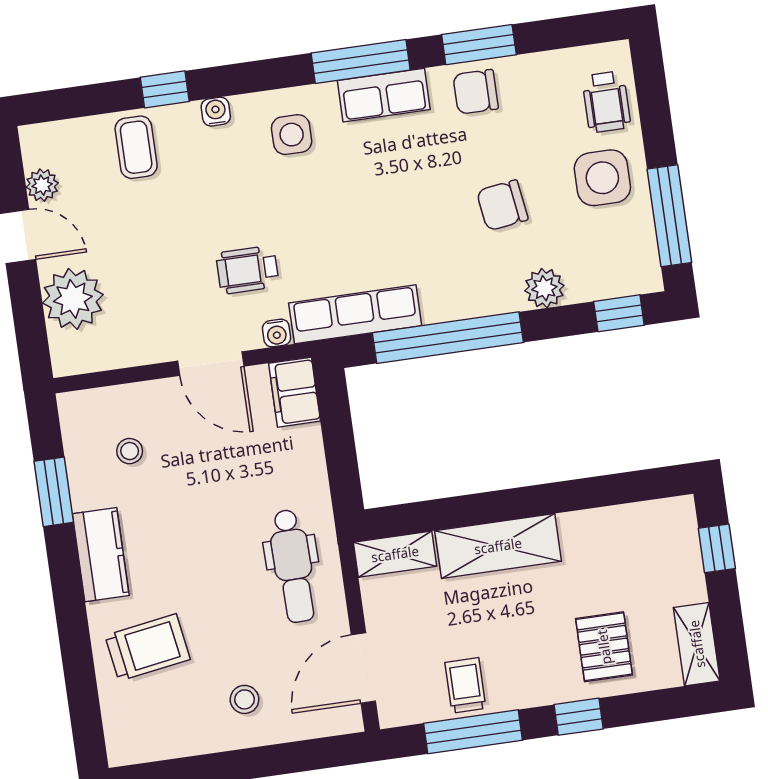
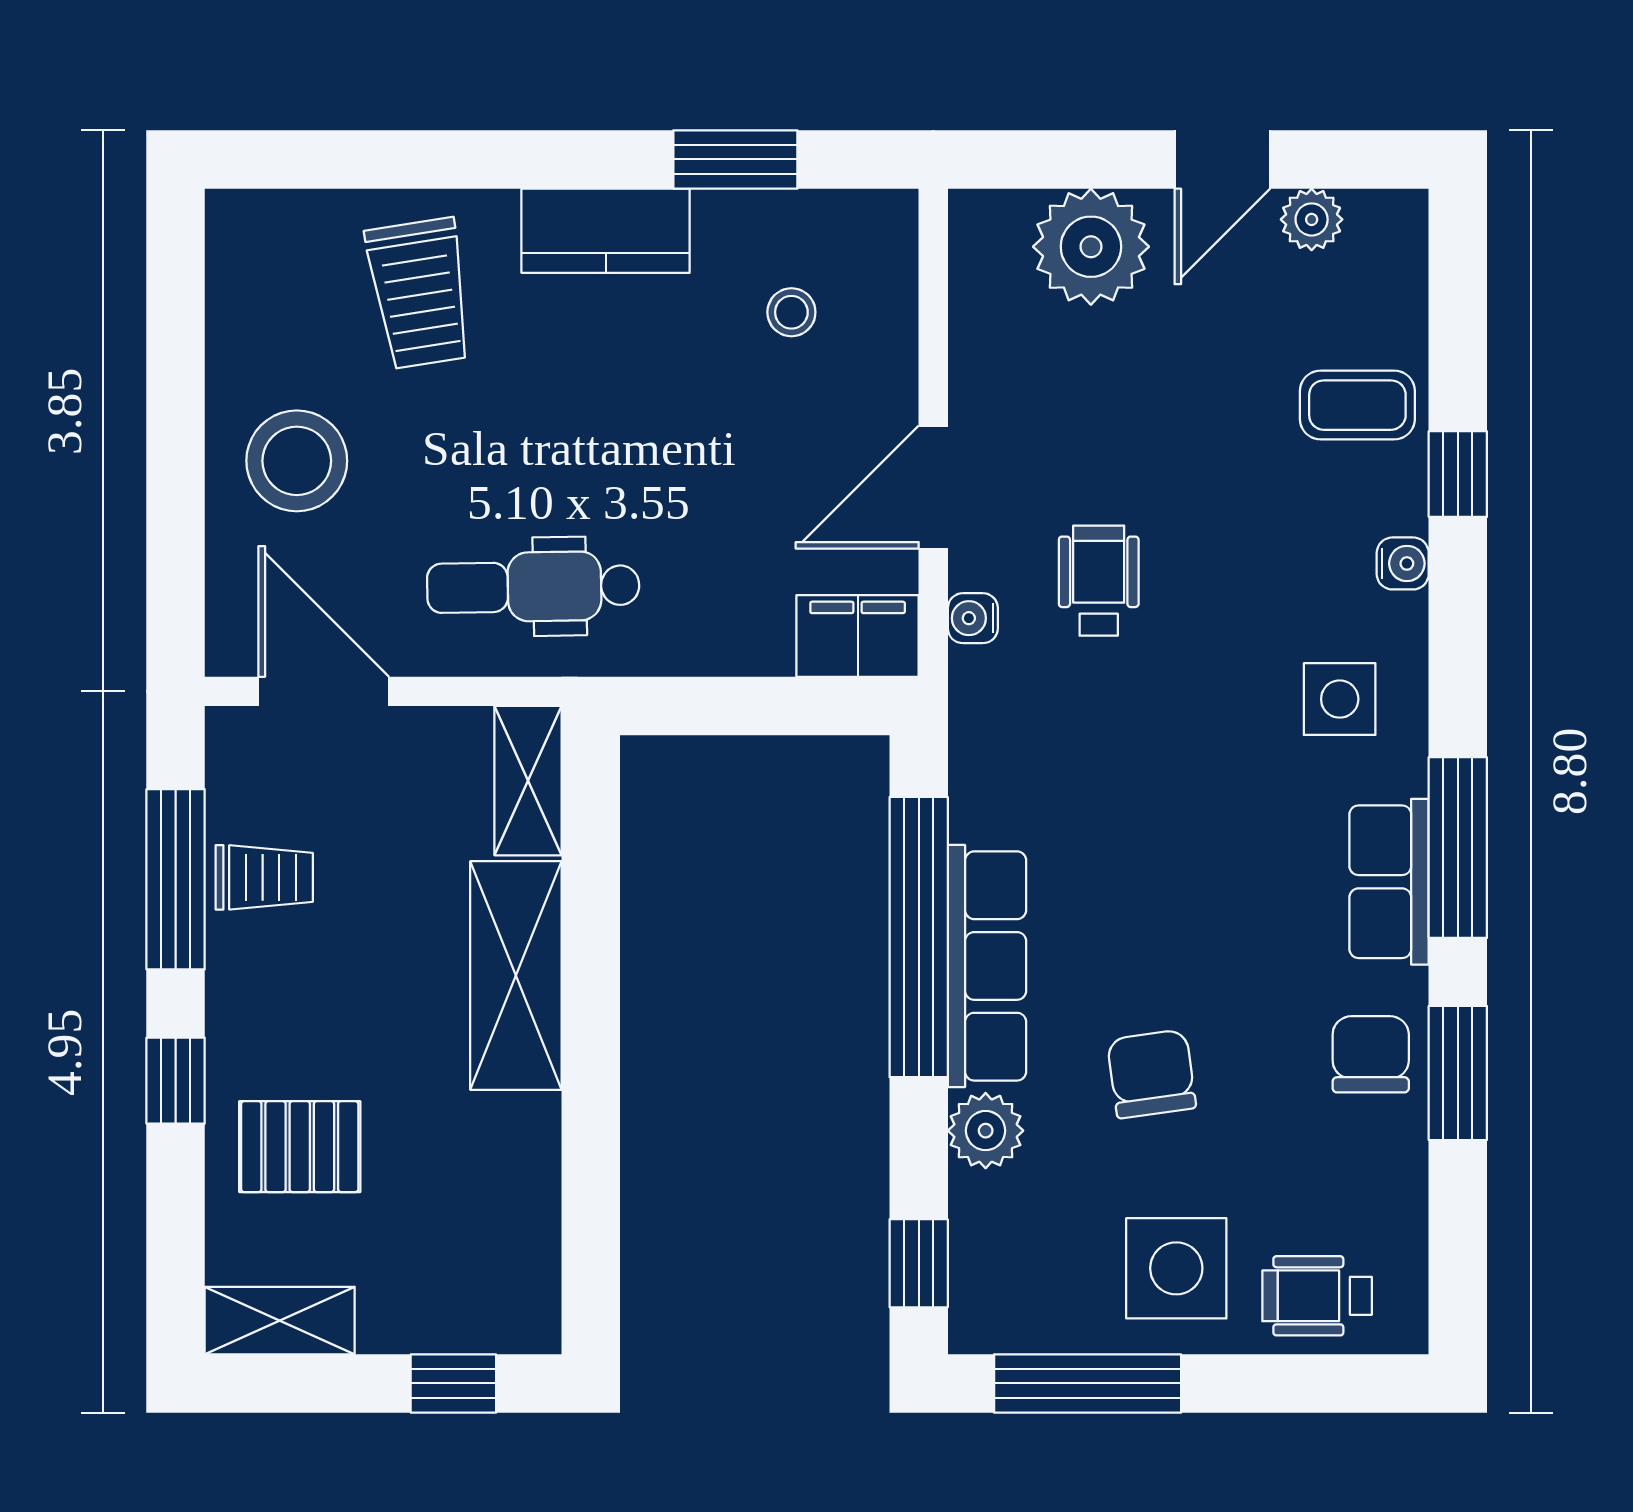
row of seats: (355, 314) -> (987, 966), moved
stool: (245, 699) -> (297, 461), width x1.89, depth x1.89

